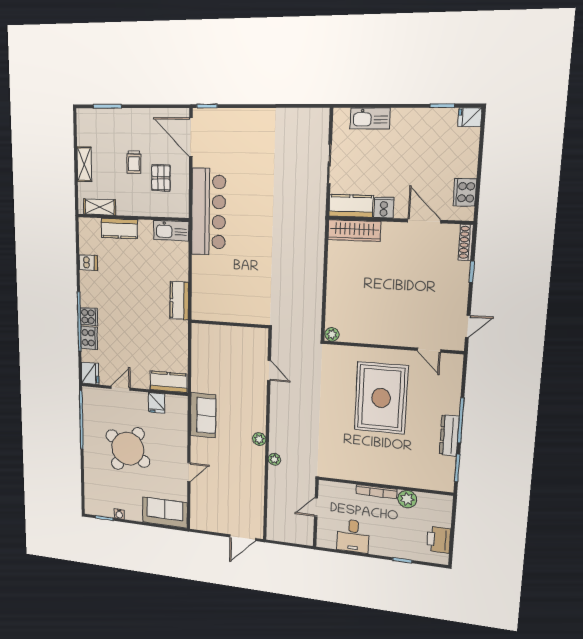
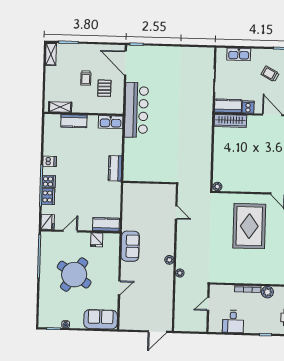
trolley: (423, 151) -> (270, 74), added
shelving: (84, 164) -> (51, 54), moved
dishwasher: (88, 263) -> (50, 161), moved

